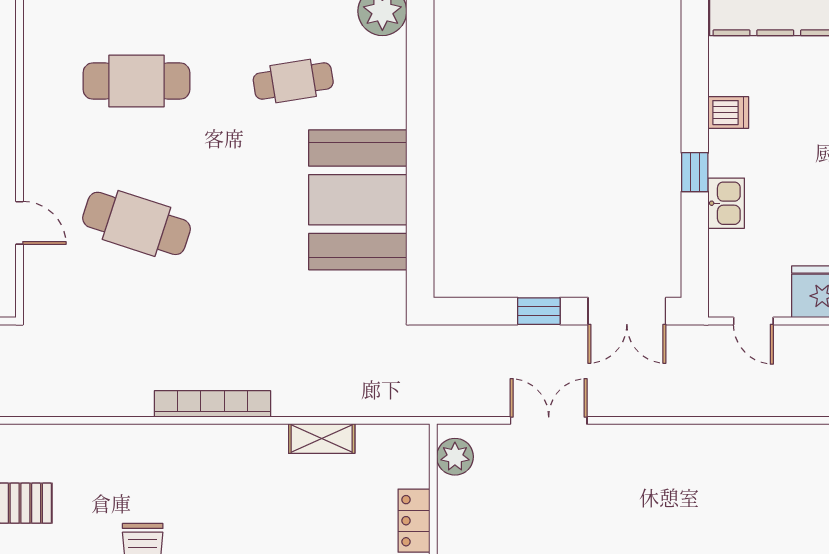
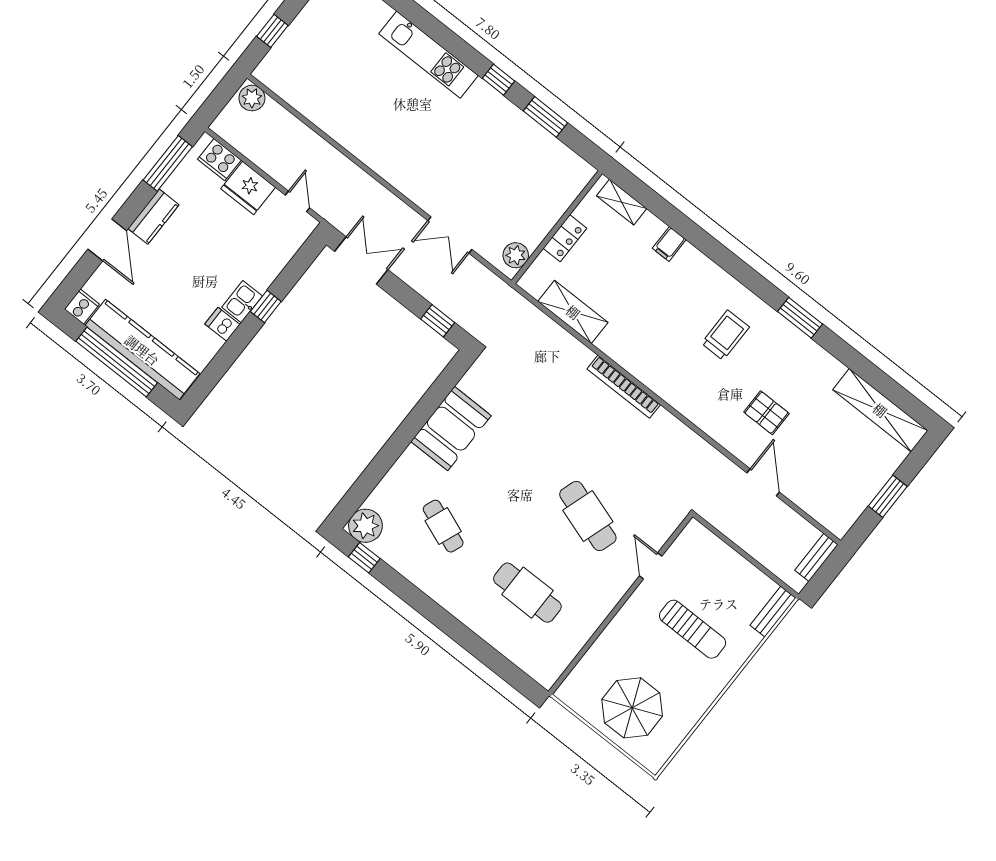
cafe table: (293, 81) -> (443, 526), turned 30
booth: (358, 200) -> (451, 429), width x0.73, depth x0.70
kitchen sink: (726, 203) -> (242, 302), moved
window: (539, 311) -> (438, 321), moved
shelving: (322, 439) -> (573, 312), width x1.50, depth x1.33

